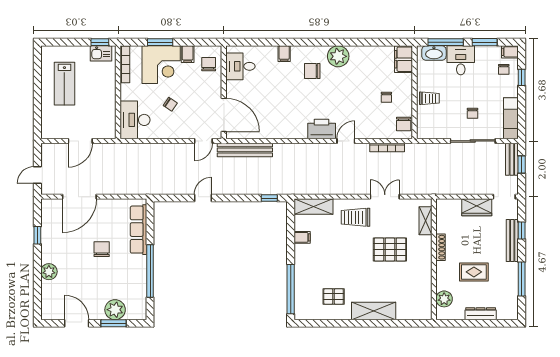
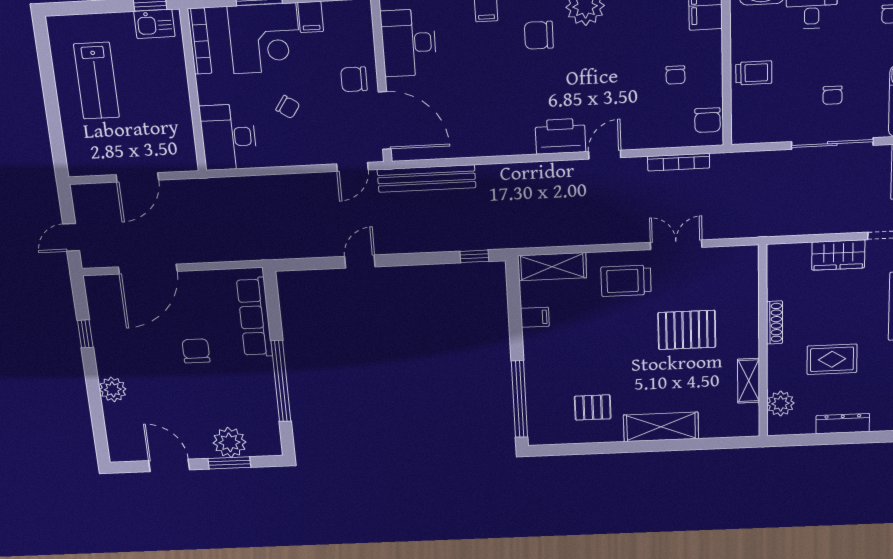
chair: (209, 64) -> (354, 79), moved, turned -90
desk: (240, 66) -> (409, 43), width x1.37
shelving: (425, 221) -> (749, 381), moved

